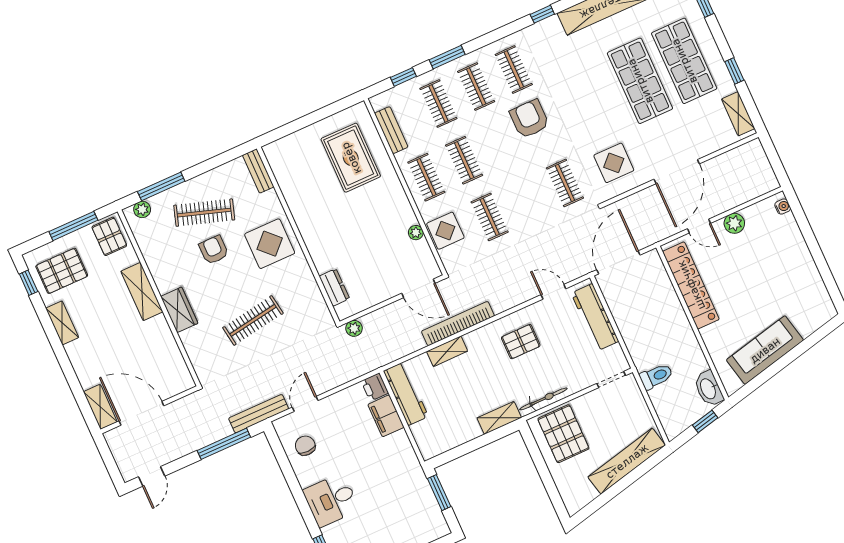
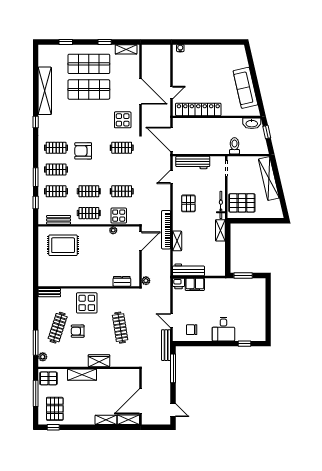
plant: (734, 223) -> (178, 75), removed
shelving: (62, 323) -> (106, 420), moved

